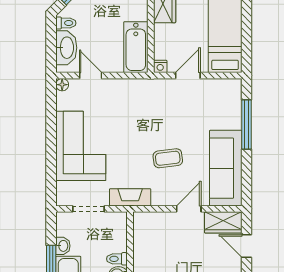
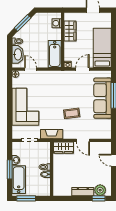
sofa: (226, 168) -> (103, 98), moved
door: (189, 209) -> (83, 140), swing flipped
wardrobe: (223, 222) -> (64, 148), moved

